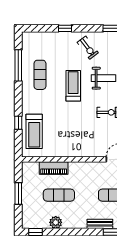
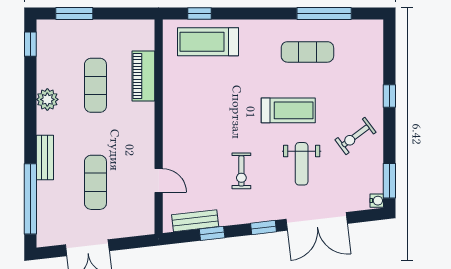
window: (18, 123) -> (199, 13), moved
window: (18, 193) -> (74, 13), moved
plant: (56, 222) -> (47, 99), moved

